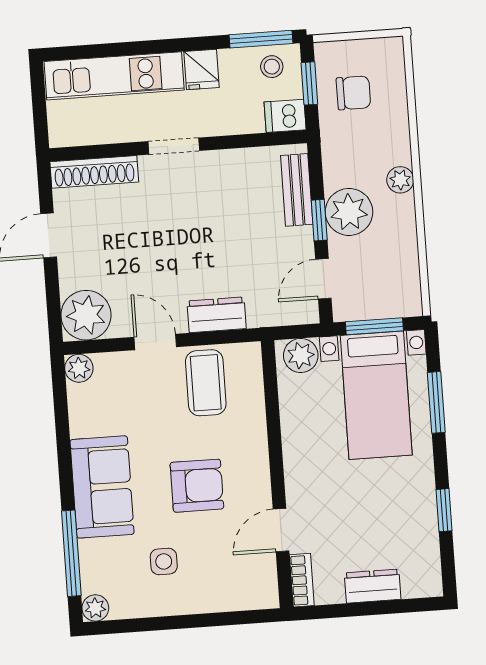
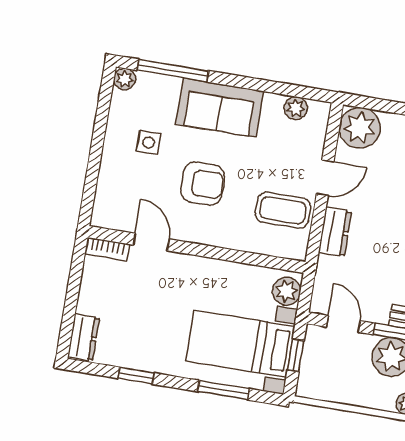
window: (374, 326) -> (296, 355), width x0.67
plant: (79, 368) -> (296, 108), moved
armchair: (197, 486) -> (203, 184), turned -90
dresser: (373, 586) -> (84, 337), moved

